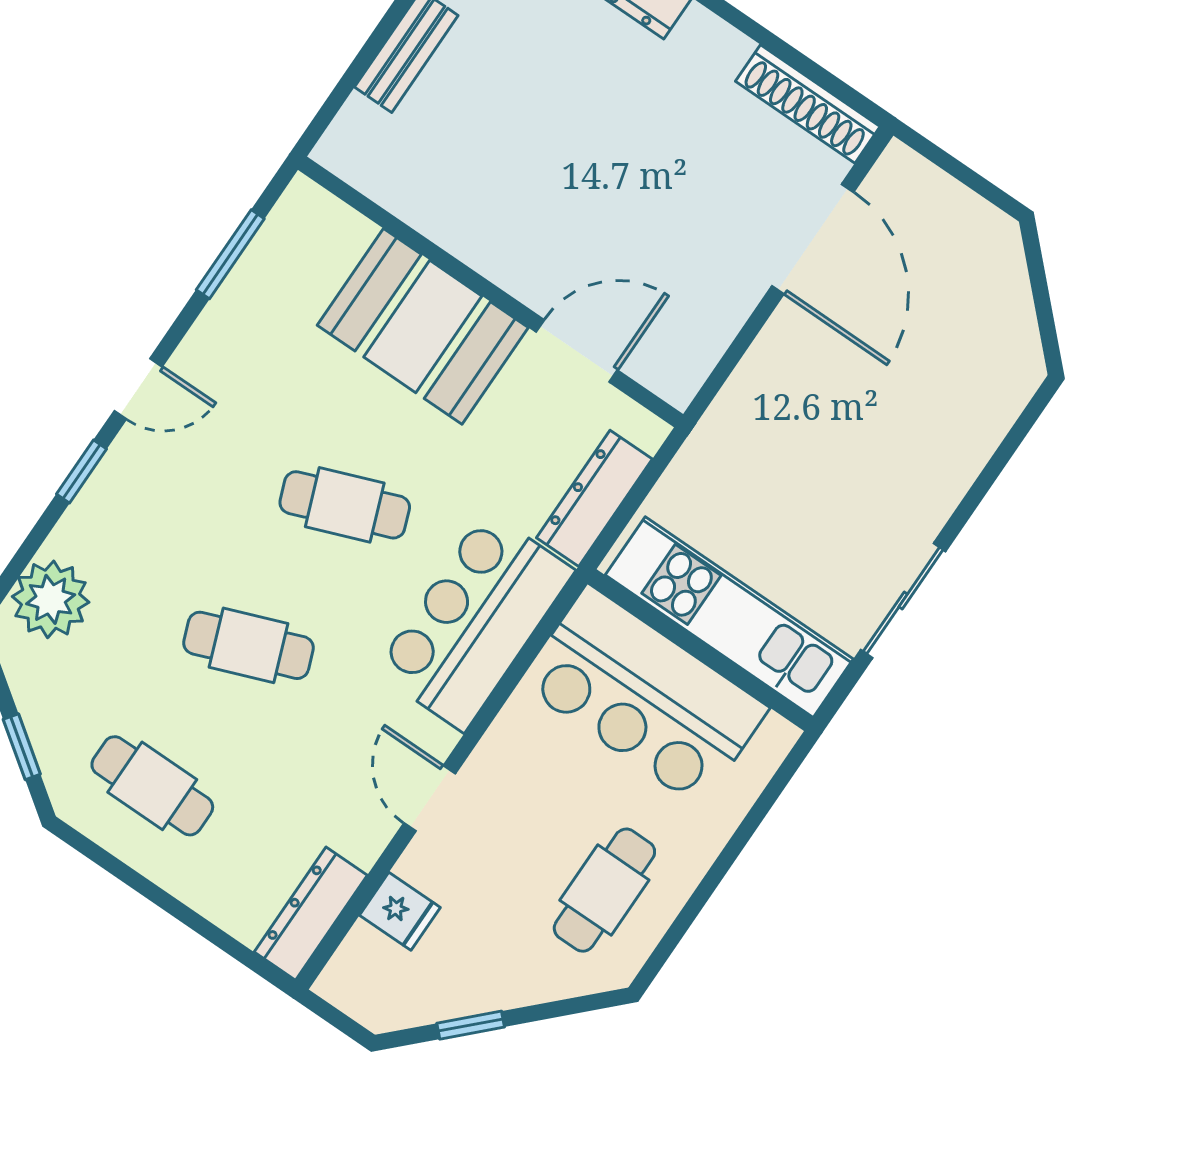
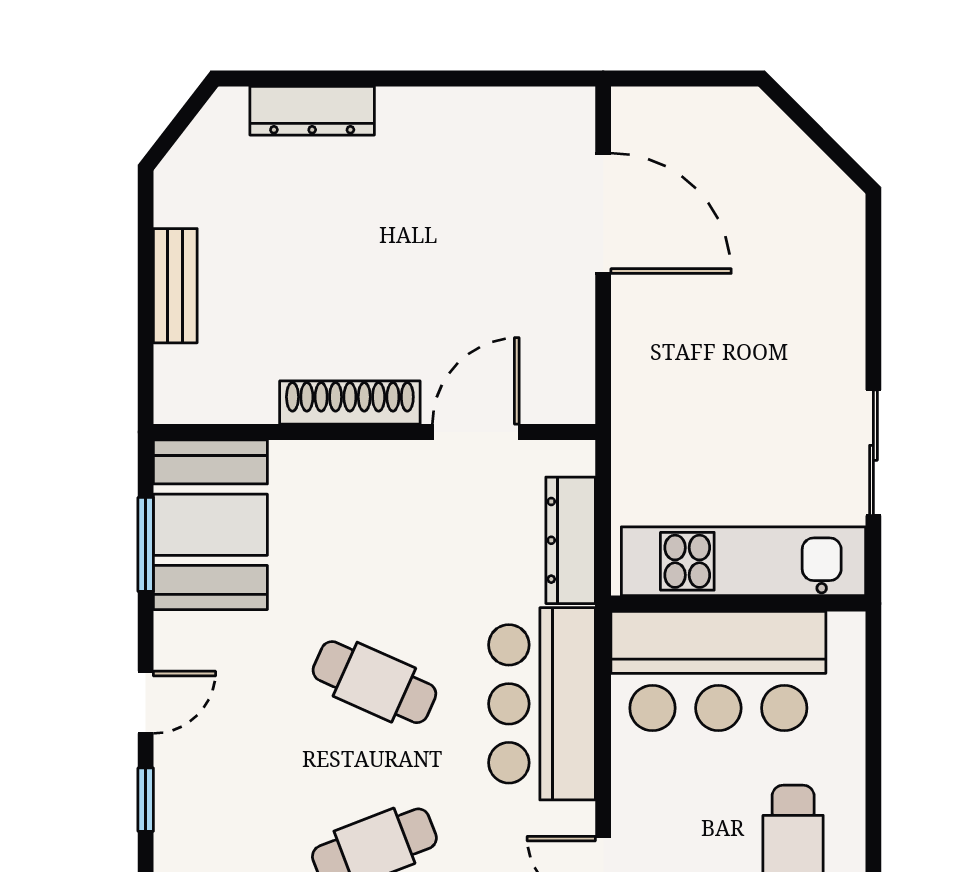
shoe rack: (808, 104) -> (350, 403), moved, turned 180
booth: (423, 326) -> (210, 525), moved, turned 90
cafe table: (345, 505) -> (374, 682), turned 45

